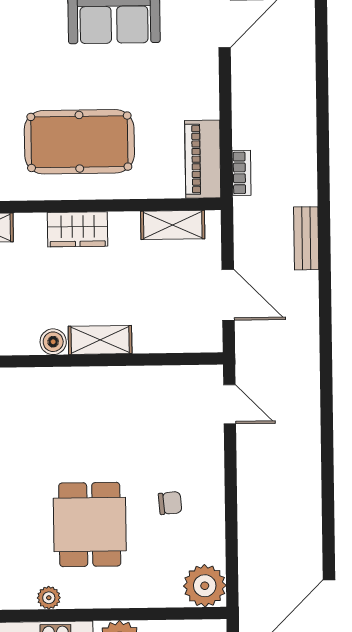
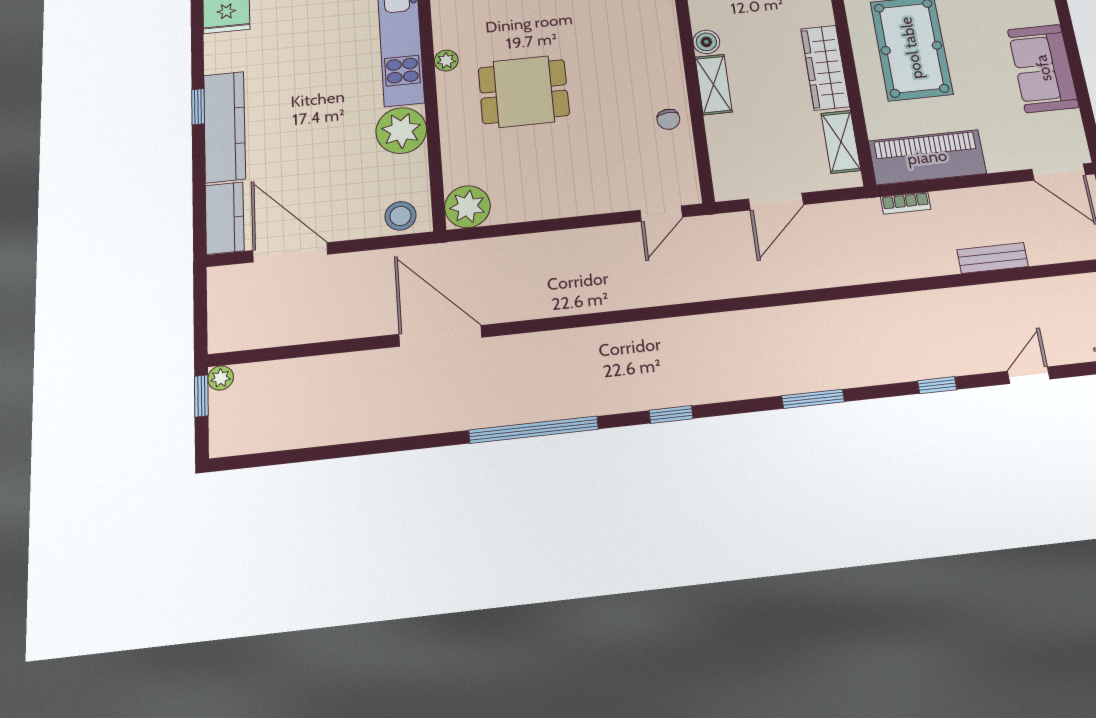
piano: (203, 159) -> (927, 157), width x1.37, depth x1.33
wardrobe: (78, 229) -> (825, 68), width x1.50
bench: (306, 238) -> (993, 258), moved
chair: (170, 503) -> (668, 119), moved

